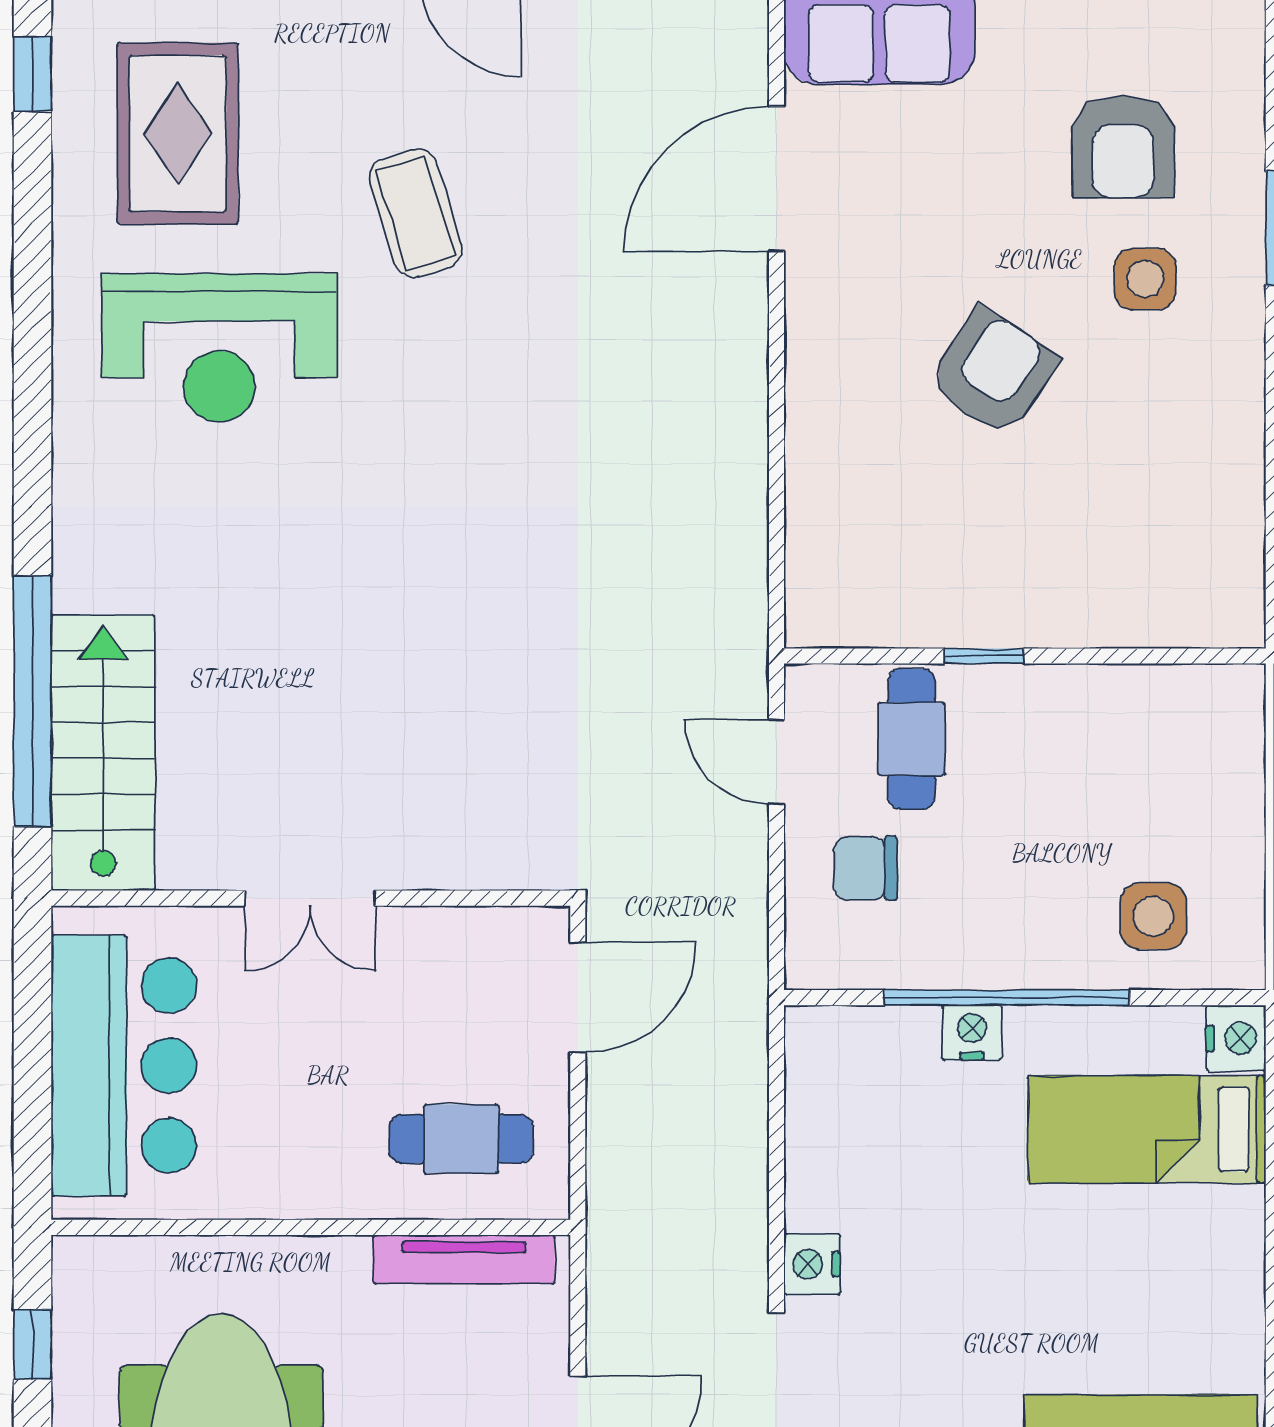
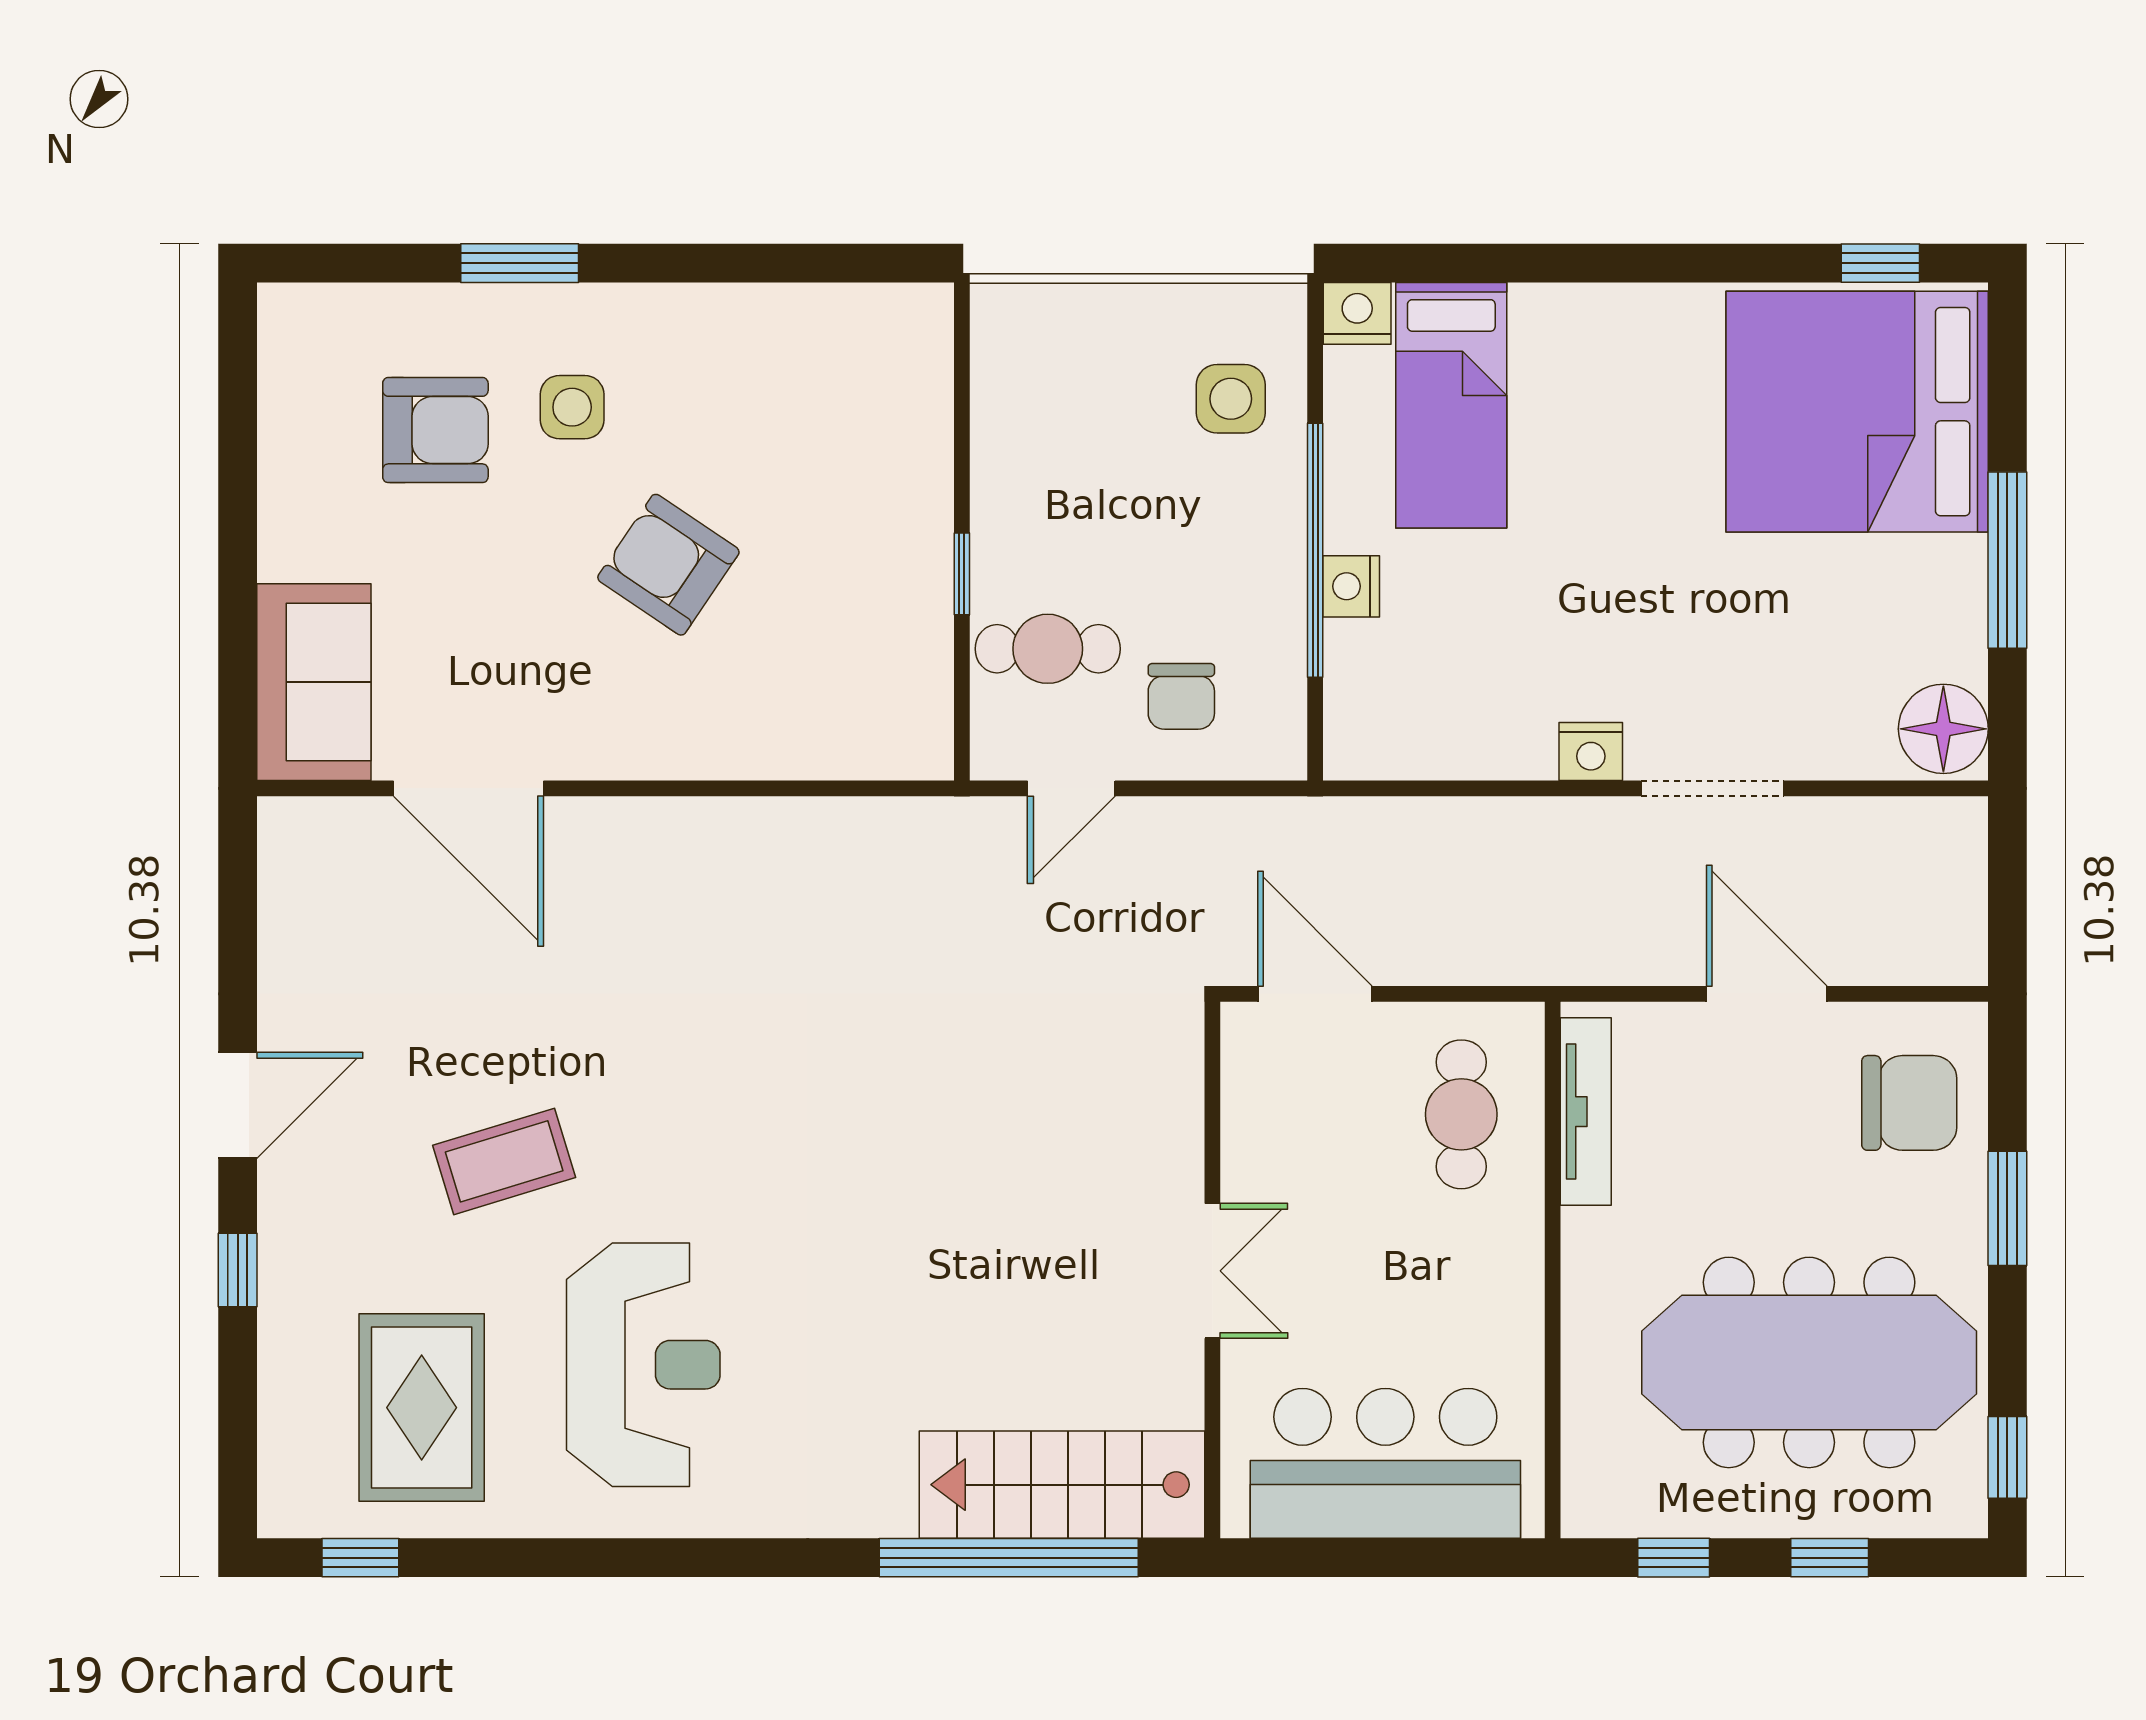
rug: (178, 134) -> (422, 1408), turned 90

